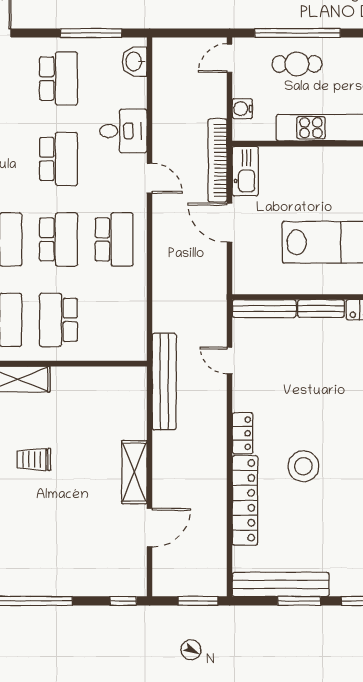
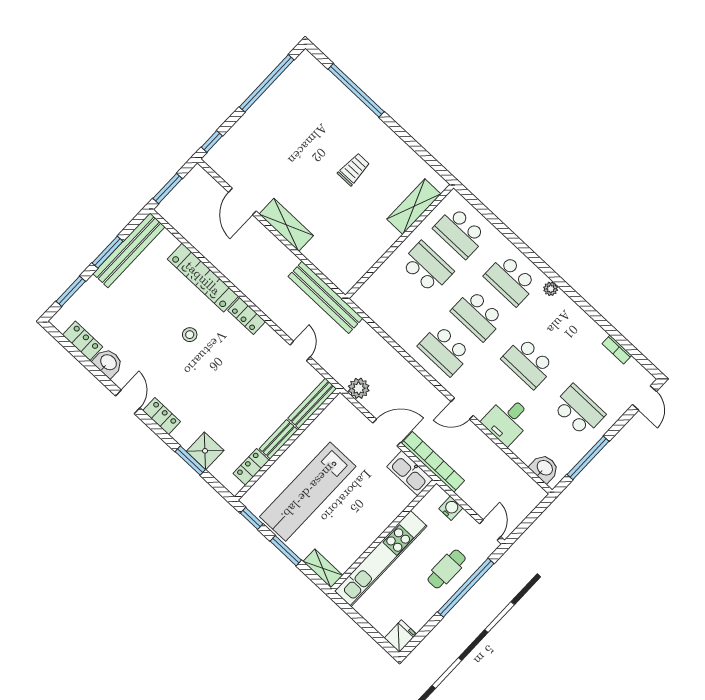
school desk: (58, 79) -> (579, 410), turned 180
plant: (215, 281) -> (359, 388), added
door: (230, 360) -> (300, 351), hinge flipped
stool: (303, 466) -> (190, 335), width x0.53, depth x0.53

